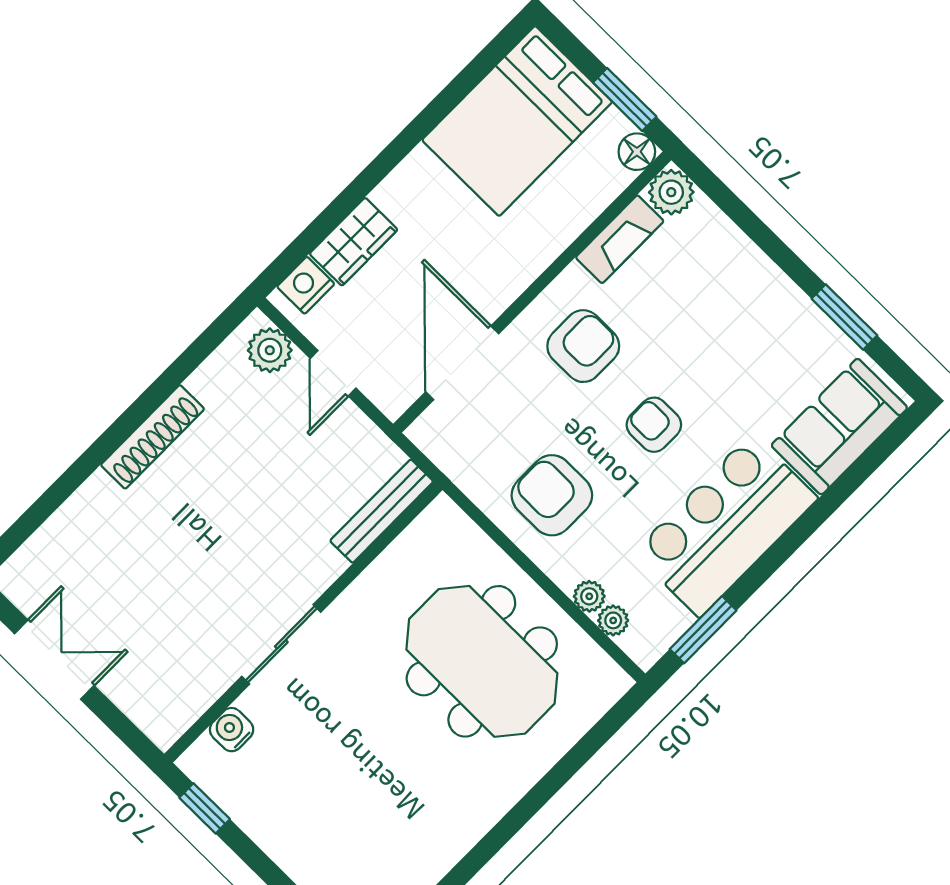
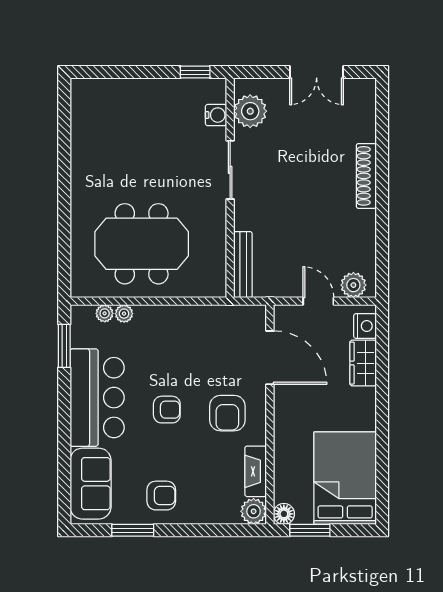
shoe rack: (152, 437) -> (366, 176), moved
armchair: (552, 495) -> (161, 496), moved, width x0.72, depth x0.72
plant: (184, 692) -> (250, 111), added

